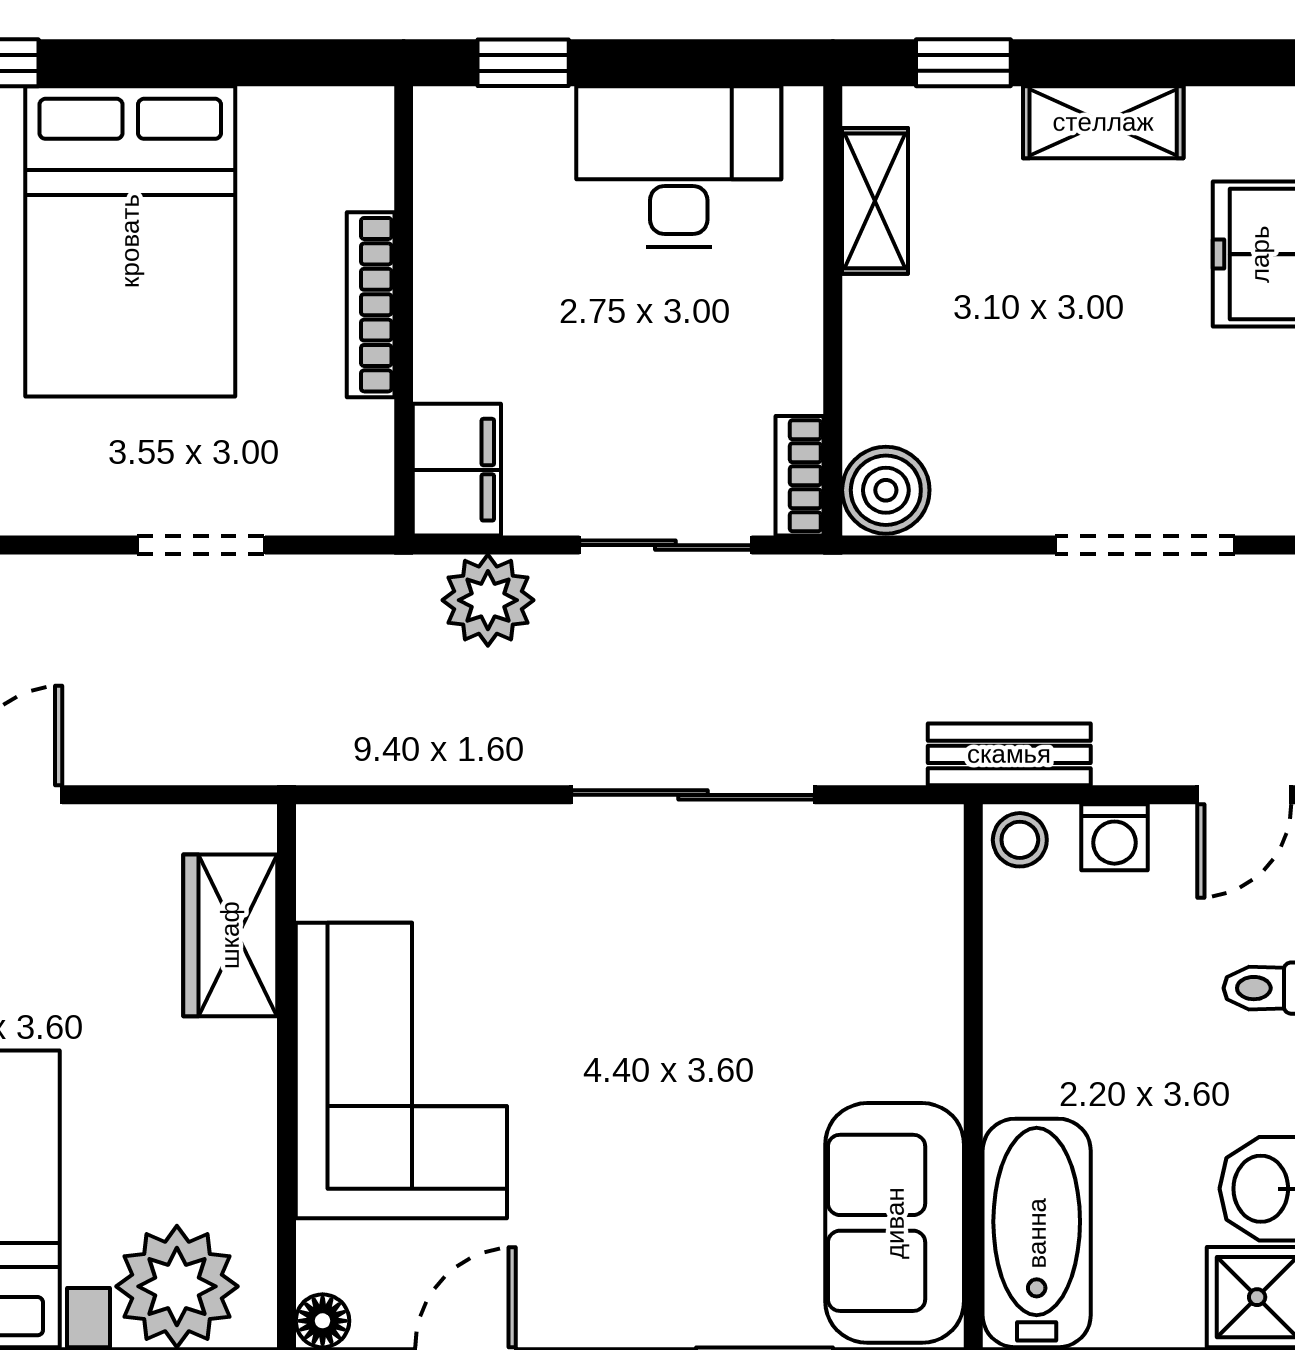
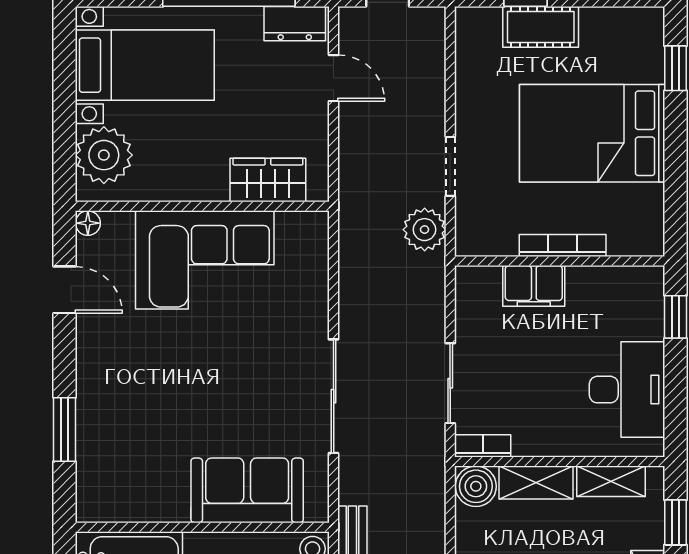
shelving: (878, 361) -> (536, 482), added
filing cabinet: (457, 470) -> (534, 286), moved
plant: (488, 600) -> (425, 230), moved
sofa: (895, 1223) -> (247, 490), moved

